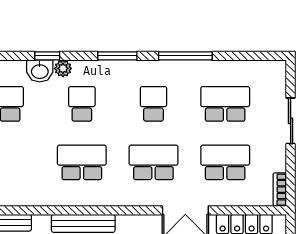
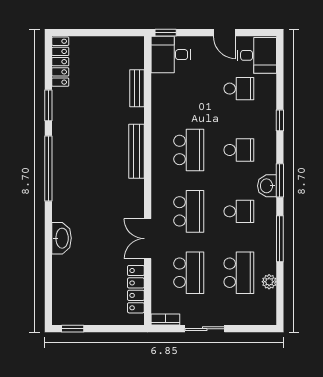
plant: (63, 68) -> (269, 282), moved
washbasin: (40, 71) -> (267, 186), moved
sliding door: (291, 121) -> (205, 329), moved

